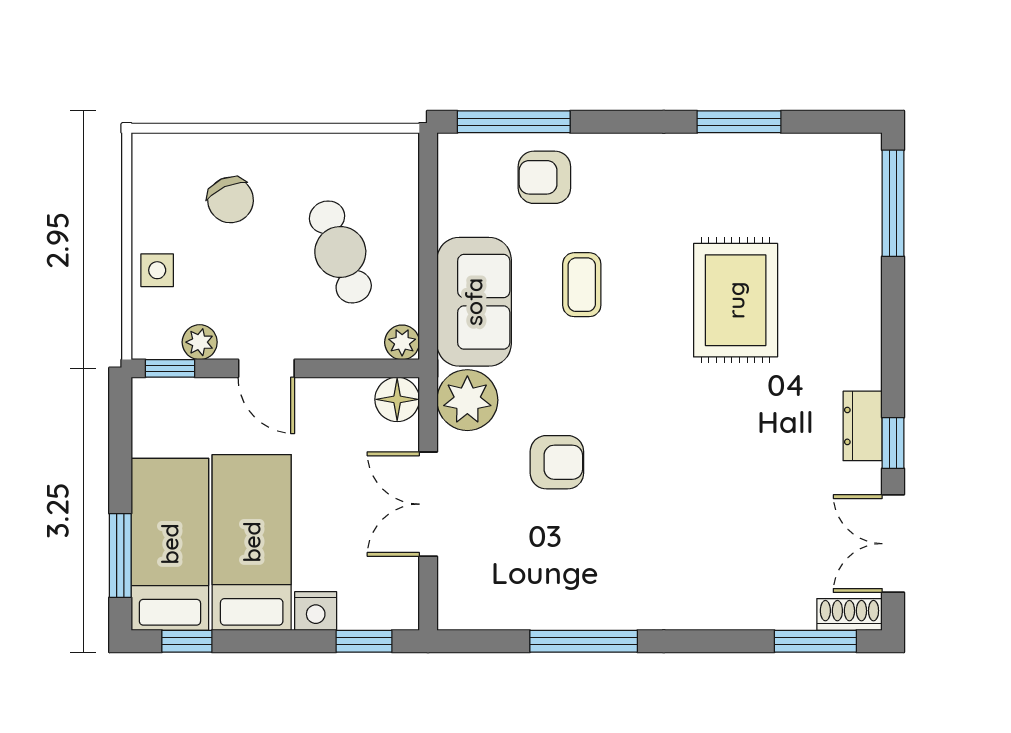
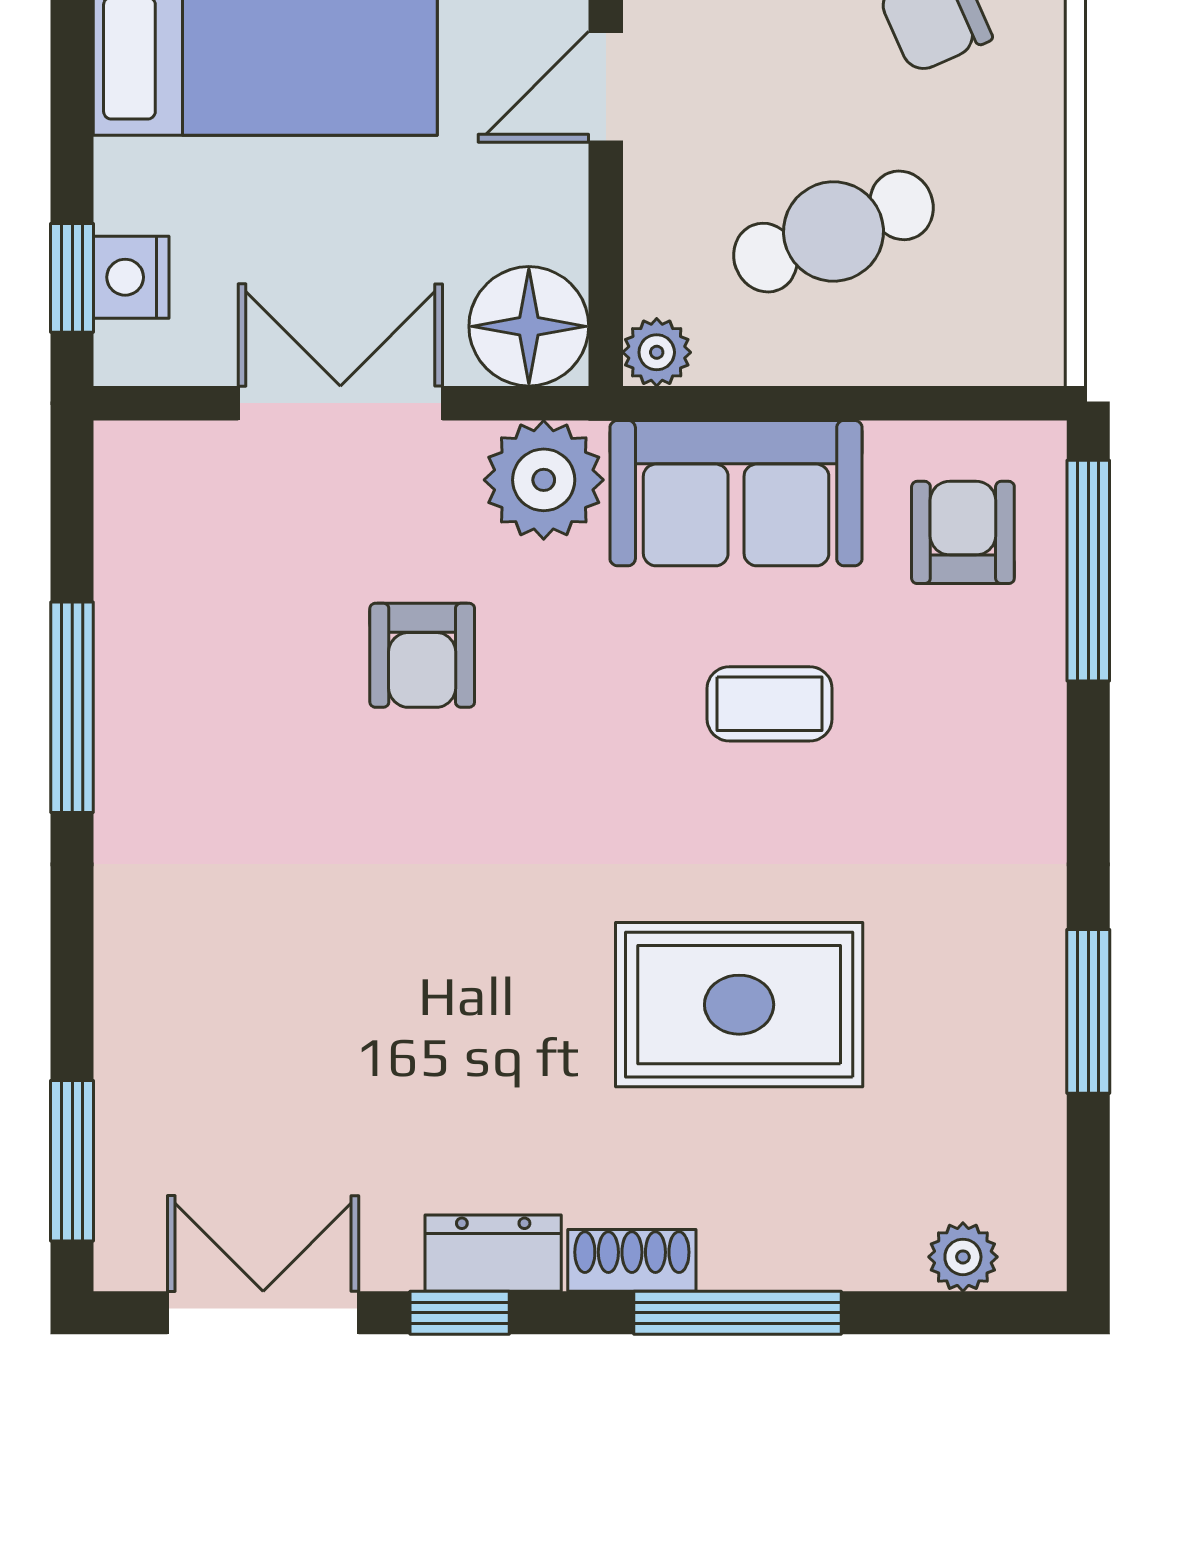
armchair: (544, 177) -> (963, 532), moved
plant: (865, 186) -> (963, 1257), added
window: (893, 203) -> (737, 1313), moved
floor lamp: (397, 399) -> (529, 326), width x1.38, depth x1.38
nightstand: (316, 611) -> (131, 277), moved
shoe rack: (849, 614) -> (632, 1260), moved, turned -90

